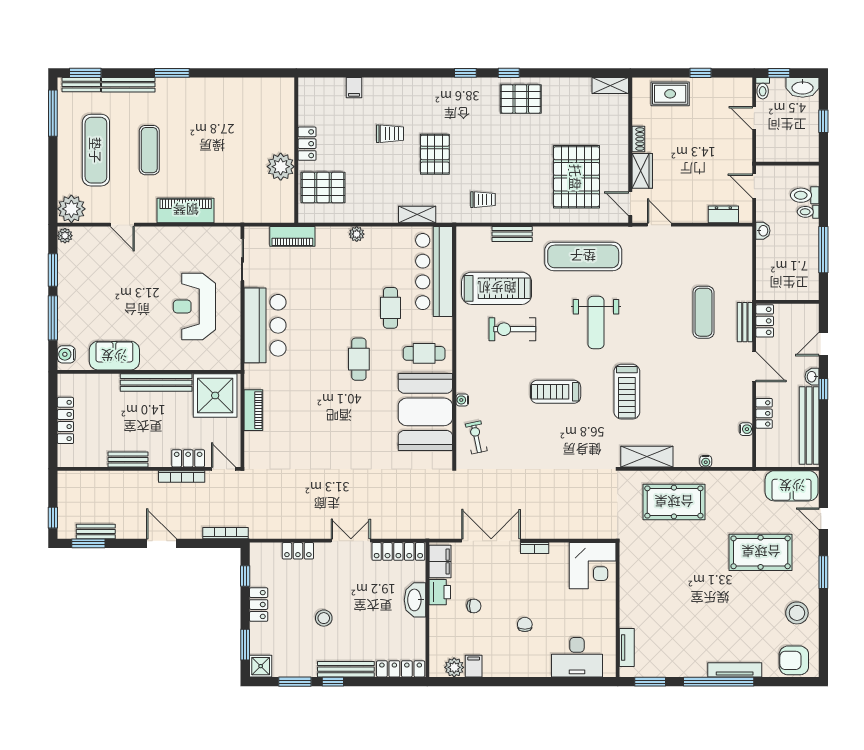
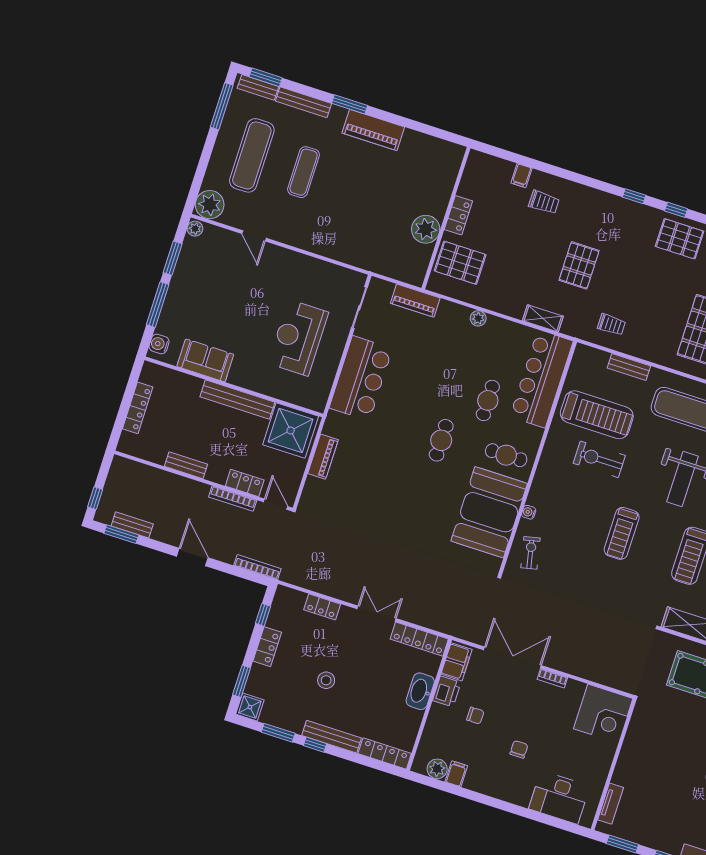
trolley: (390, 134) -> (544, 202), moved
piano: (186, 210) -> (373, 130), moved, turned 180
treadmill: (556, 392) -> (622, 533), turned -90

